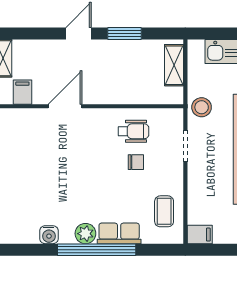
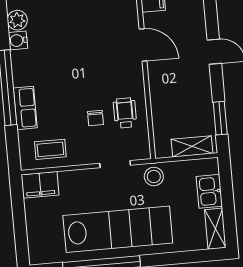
window: (125, 34) -> (220, 118), moved
wheelchair: (133, 131) -> (125, 113), turned 180
plant: (85, 234) -> (17, 20), moved
filing cabinet: (200, 235) -> (40, 185), width x2.00

